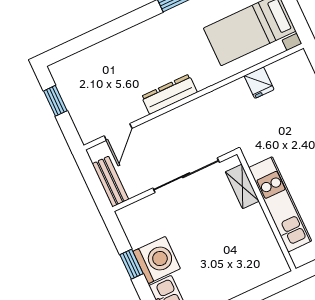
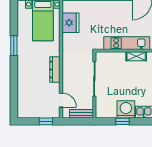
fridge: (259, 83) -> (70, 23), width x1.88, depth x1.34
window: (55, 101) -> (46, 121), moved
shelving: (242, 186) -> (136, 56), moved

